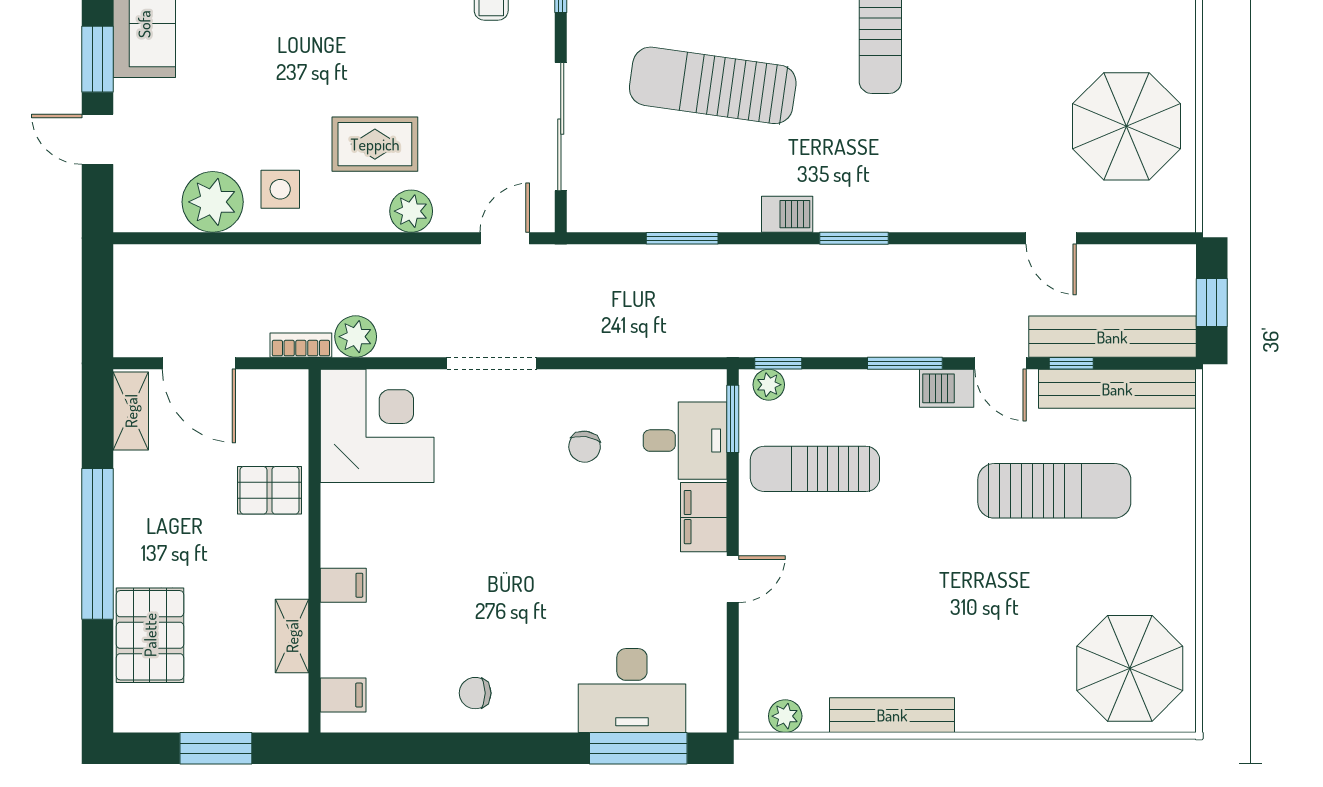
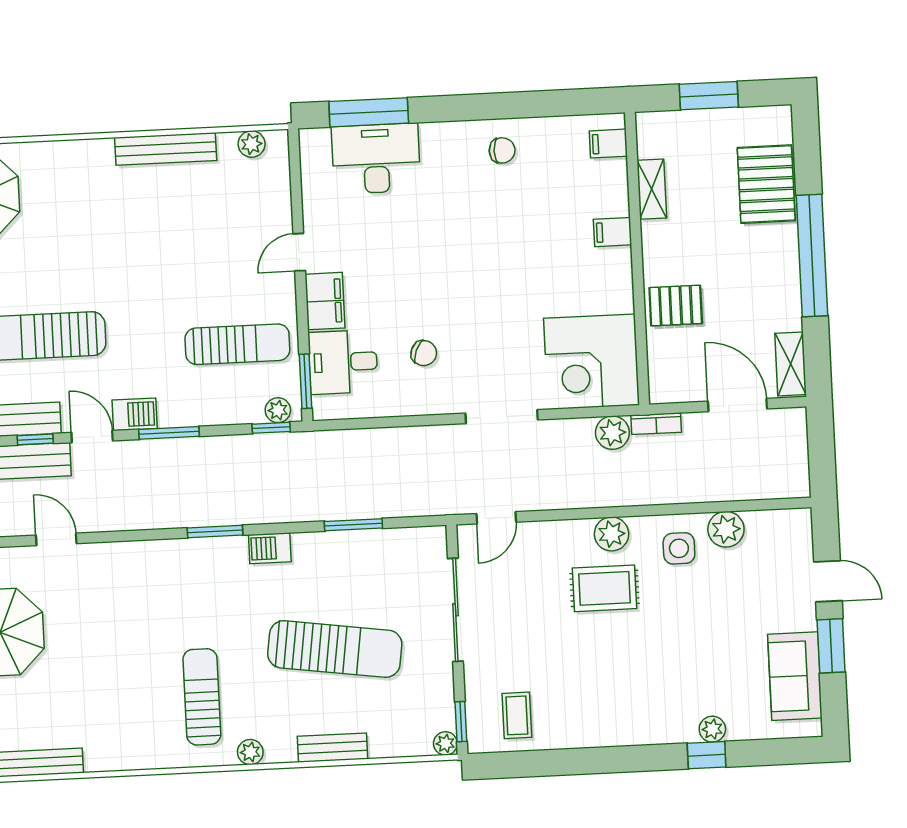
plant: (213, 202) -> (726, 529), width x0.73, depth x0.73
plant: (411, 211) -> (612, 534), moved
chair: (585, 447) -> (424, 353), turned 104

